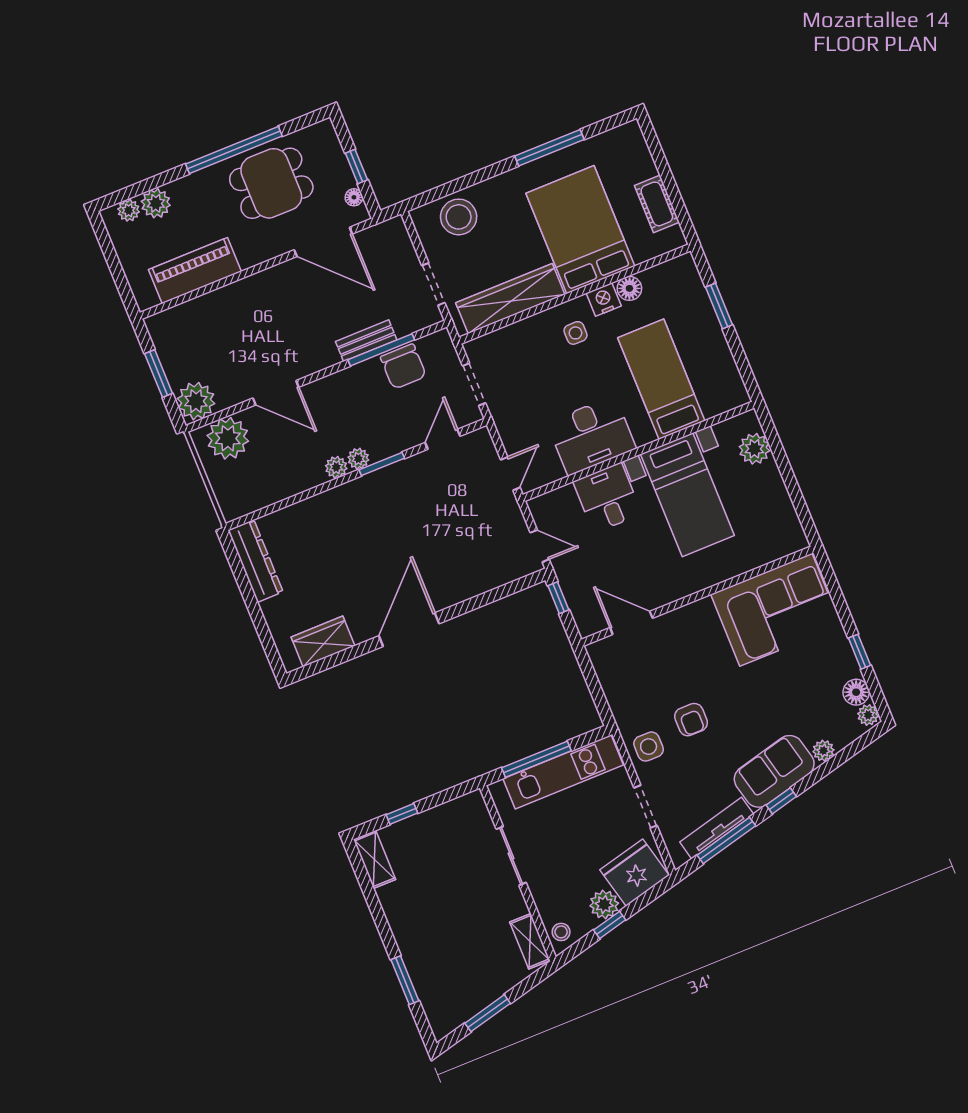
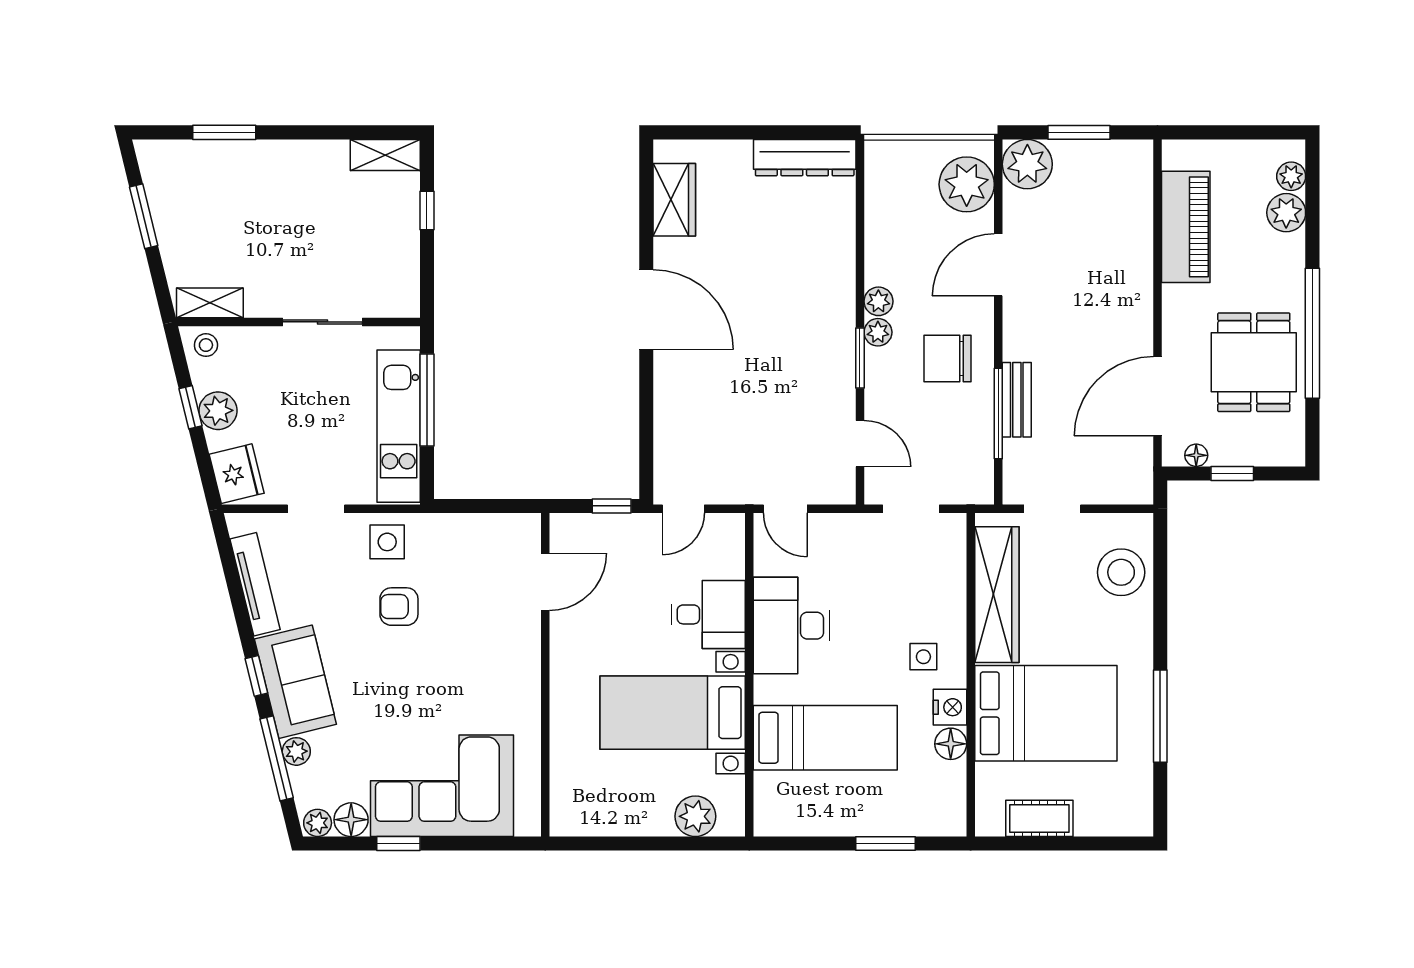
chair: (403, 367) -> (948, 359), moved
corner sofa: (776, 610) -> (442, 786), moved, turned 90
window: (726, 841) -> (277, 758), moved
fridge: (634, 873) -> (237, 474), width x0.73, depth x0.75

